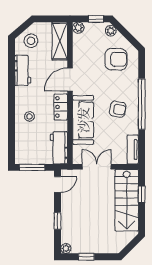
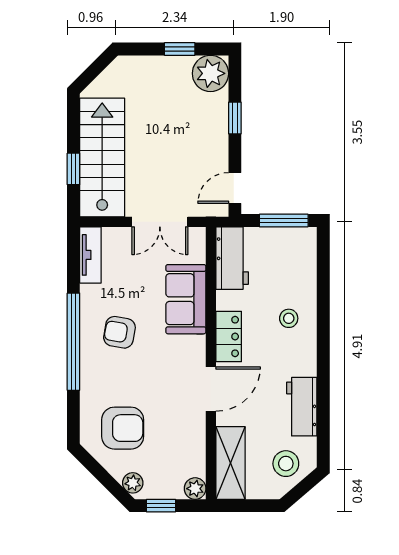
armchair: (116, 59) -> (123, 428), turned 180
sofa: (83, 120) -> (186, 299), width x0.73
plant: (66, 248) -> (210, 73), width x1.87, depth x1.87

